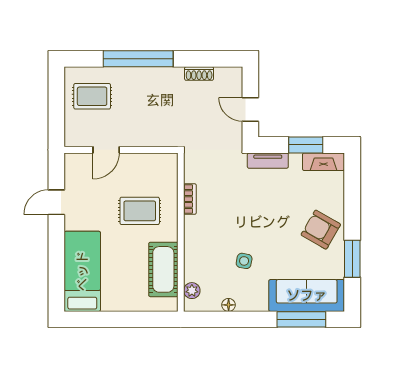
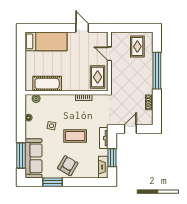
rug: (140, 211) -> (98, 77), moved
coffee table: (264, 215) -> (75, 136), added

